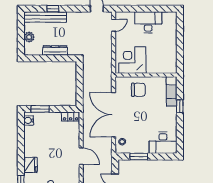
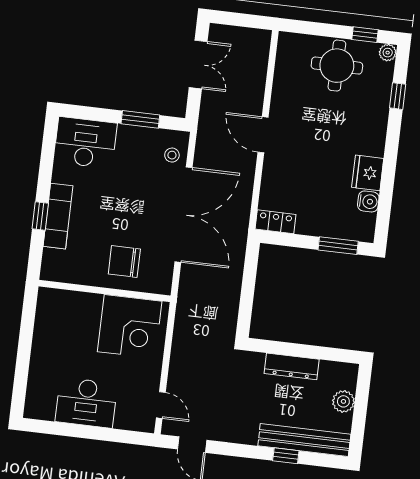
door: (114, 25) -> (161, 405), swing flipped
exam couch: (172, 91) -> (58, 216), moved
water cooler: (29, 120) -> (368, 201), moved
fridge: (31, 165) -> (368, 173), moved

